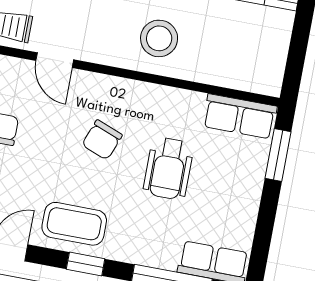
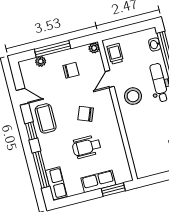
stool: (159, 38) -> (133, 96), moved
row of seats: (240, 116) -> (98, 181), moved, turned 90

